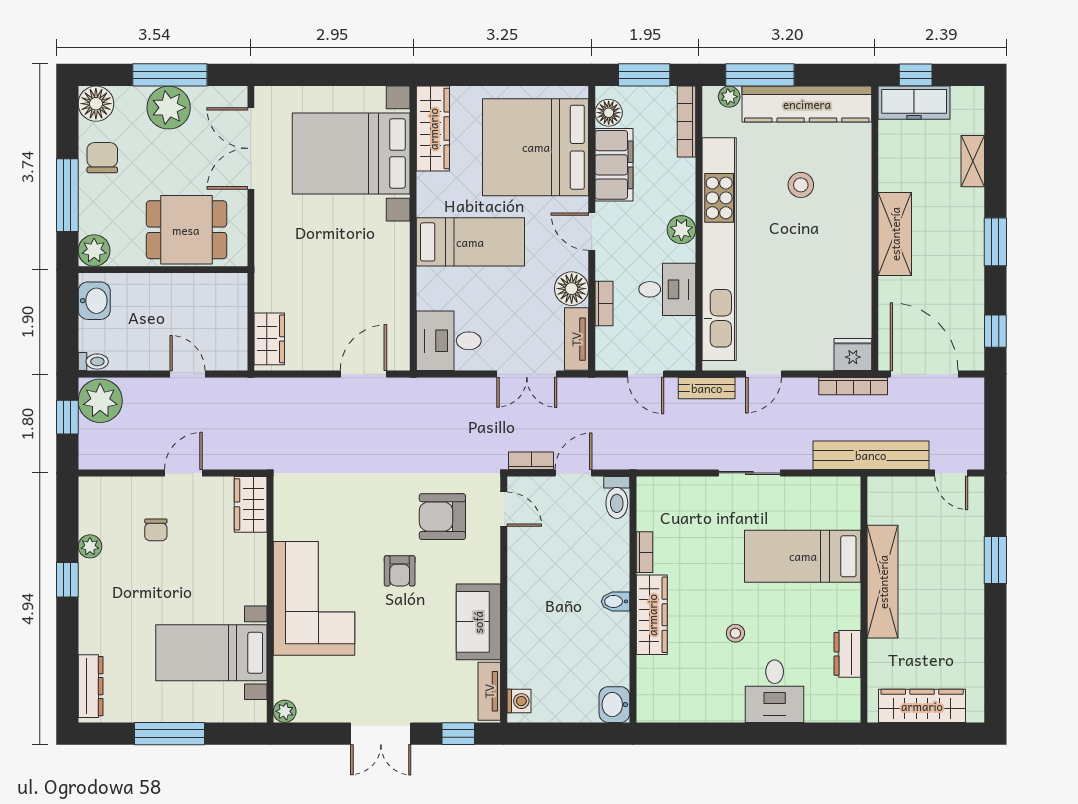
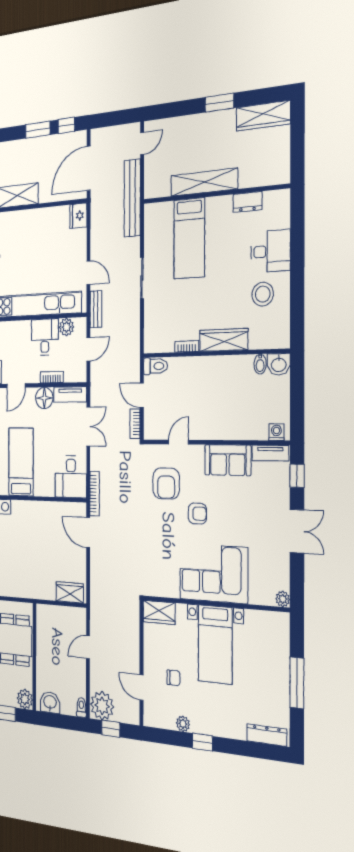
plant: (681, 230) -> (67, 327), moved
window: (995, 242) -> (38, 130), moved
bookcase: (853, 386) -> (95, 494), moved
door: (183, 473) -> (141, 687), moved
door: (504, 509) -> (179, 442), moved
window: (995, 560) -> (219, 103), moved
bidet: (616, 601) -> (260, 364), moved
stool: (735, 633) -> (263, 294), moved, width x1.89, depth x1.89
bed with nightstands: (211, 653) -> (215, 644), moved
wardrobe: (922, 706) -> (263, 116), moved, turned -90

